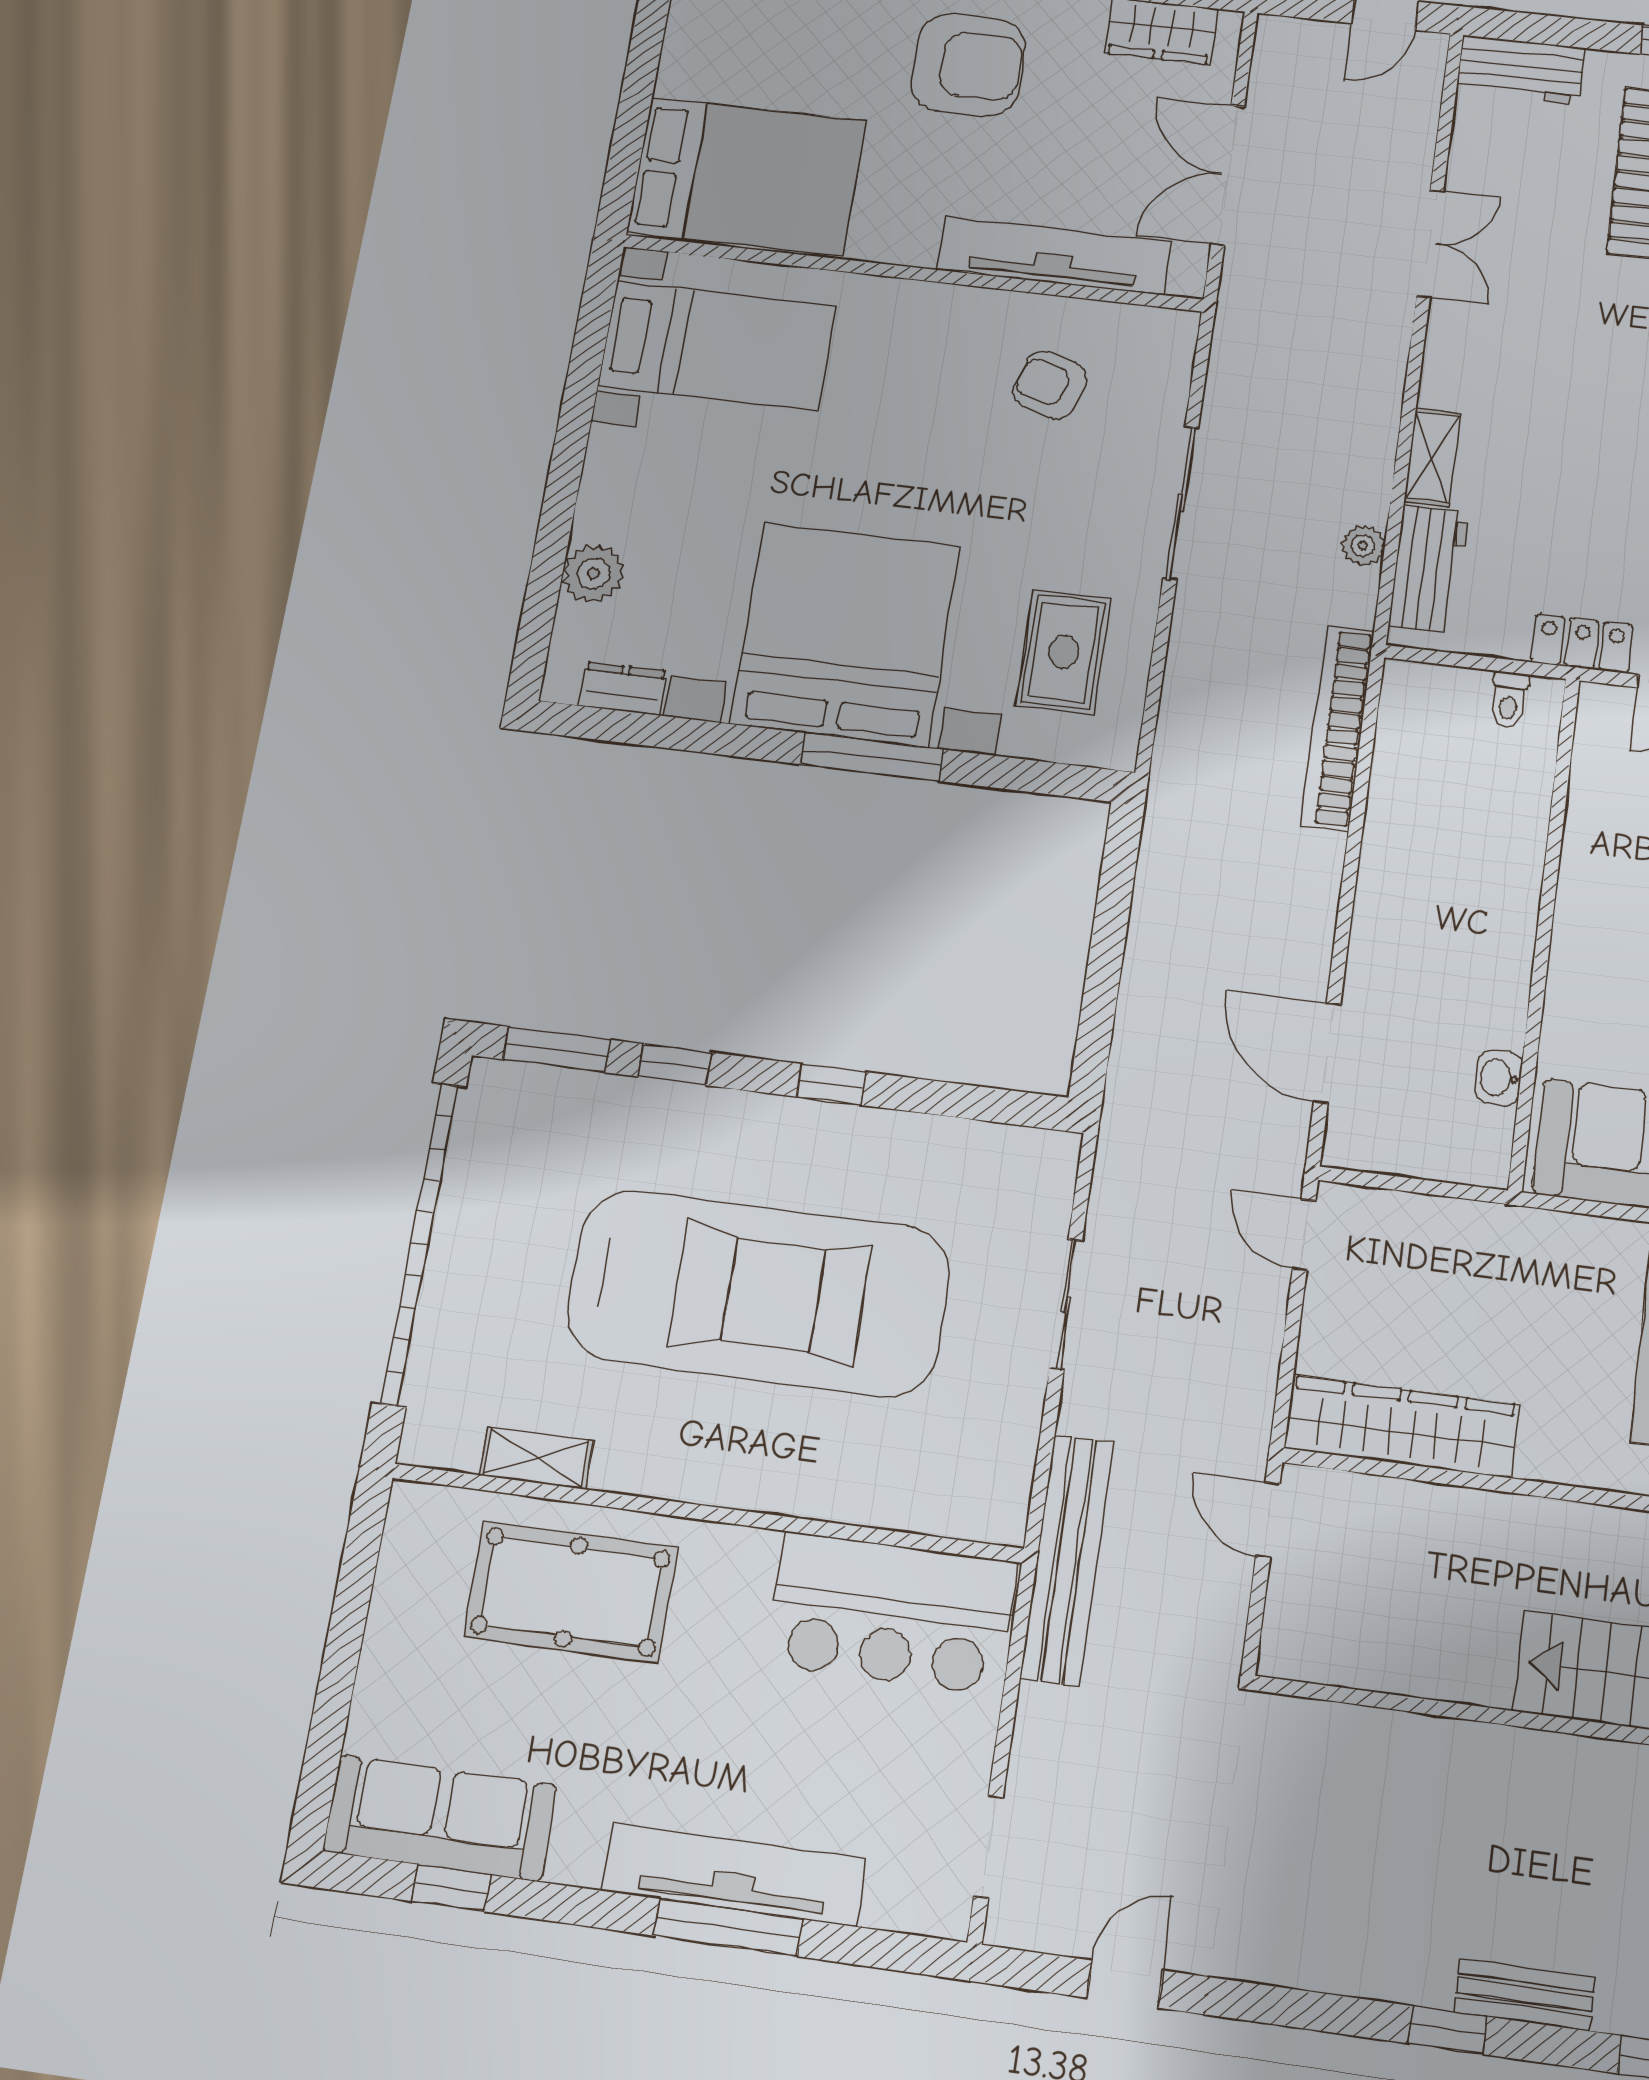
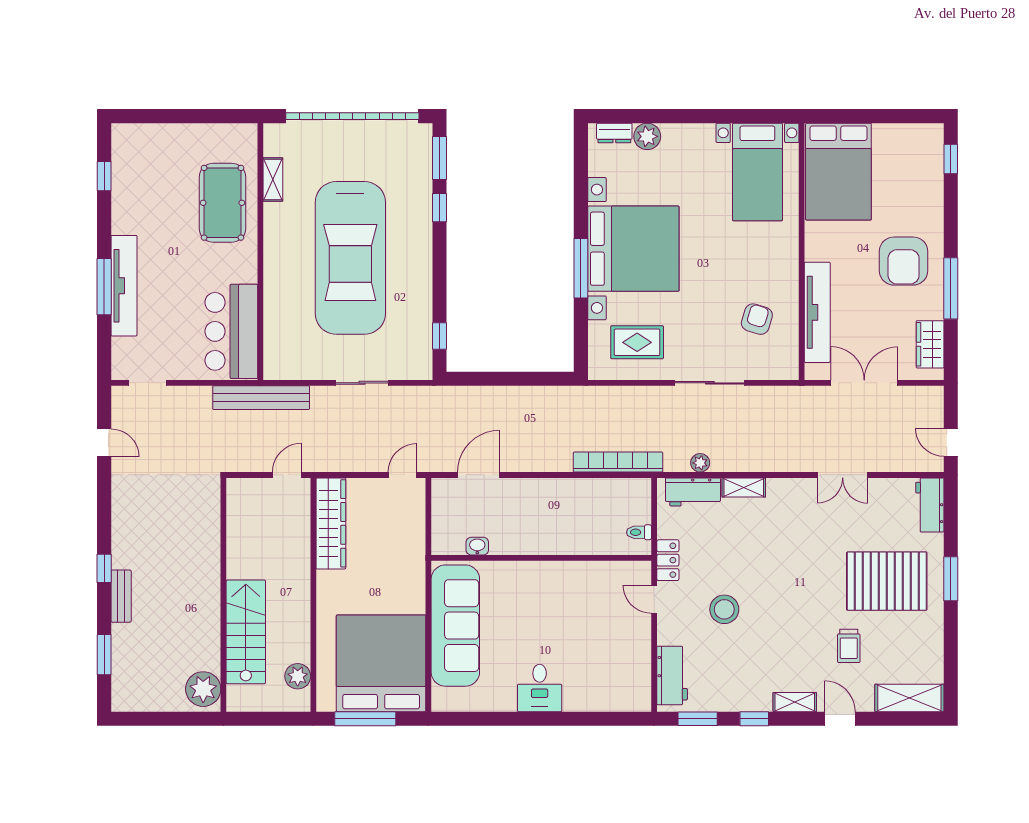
dresser: (623, 688) -> (614, 133), moved, turned 90
window: (831, 1084) -> (439, 336), moved
sofa: (440, 1818) -> (130, 167), removed

